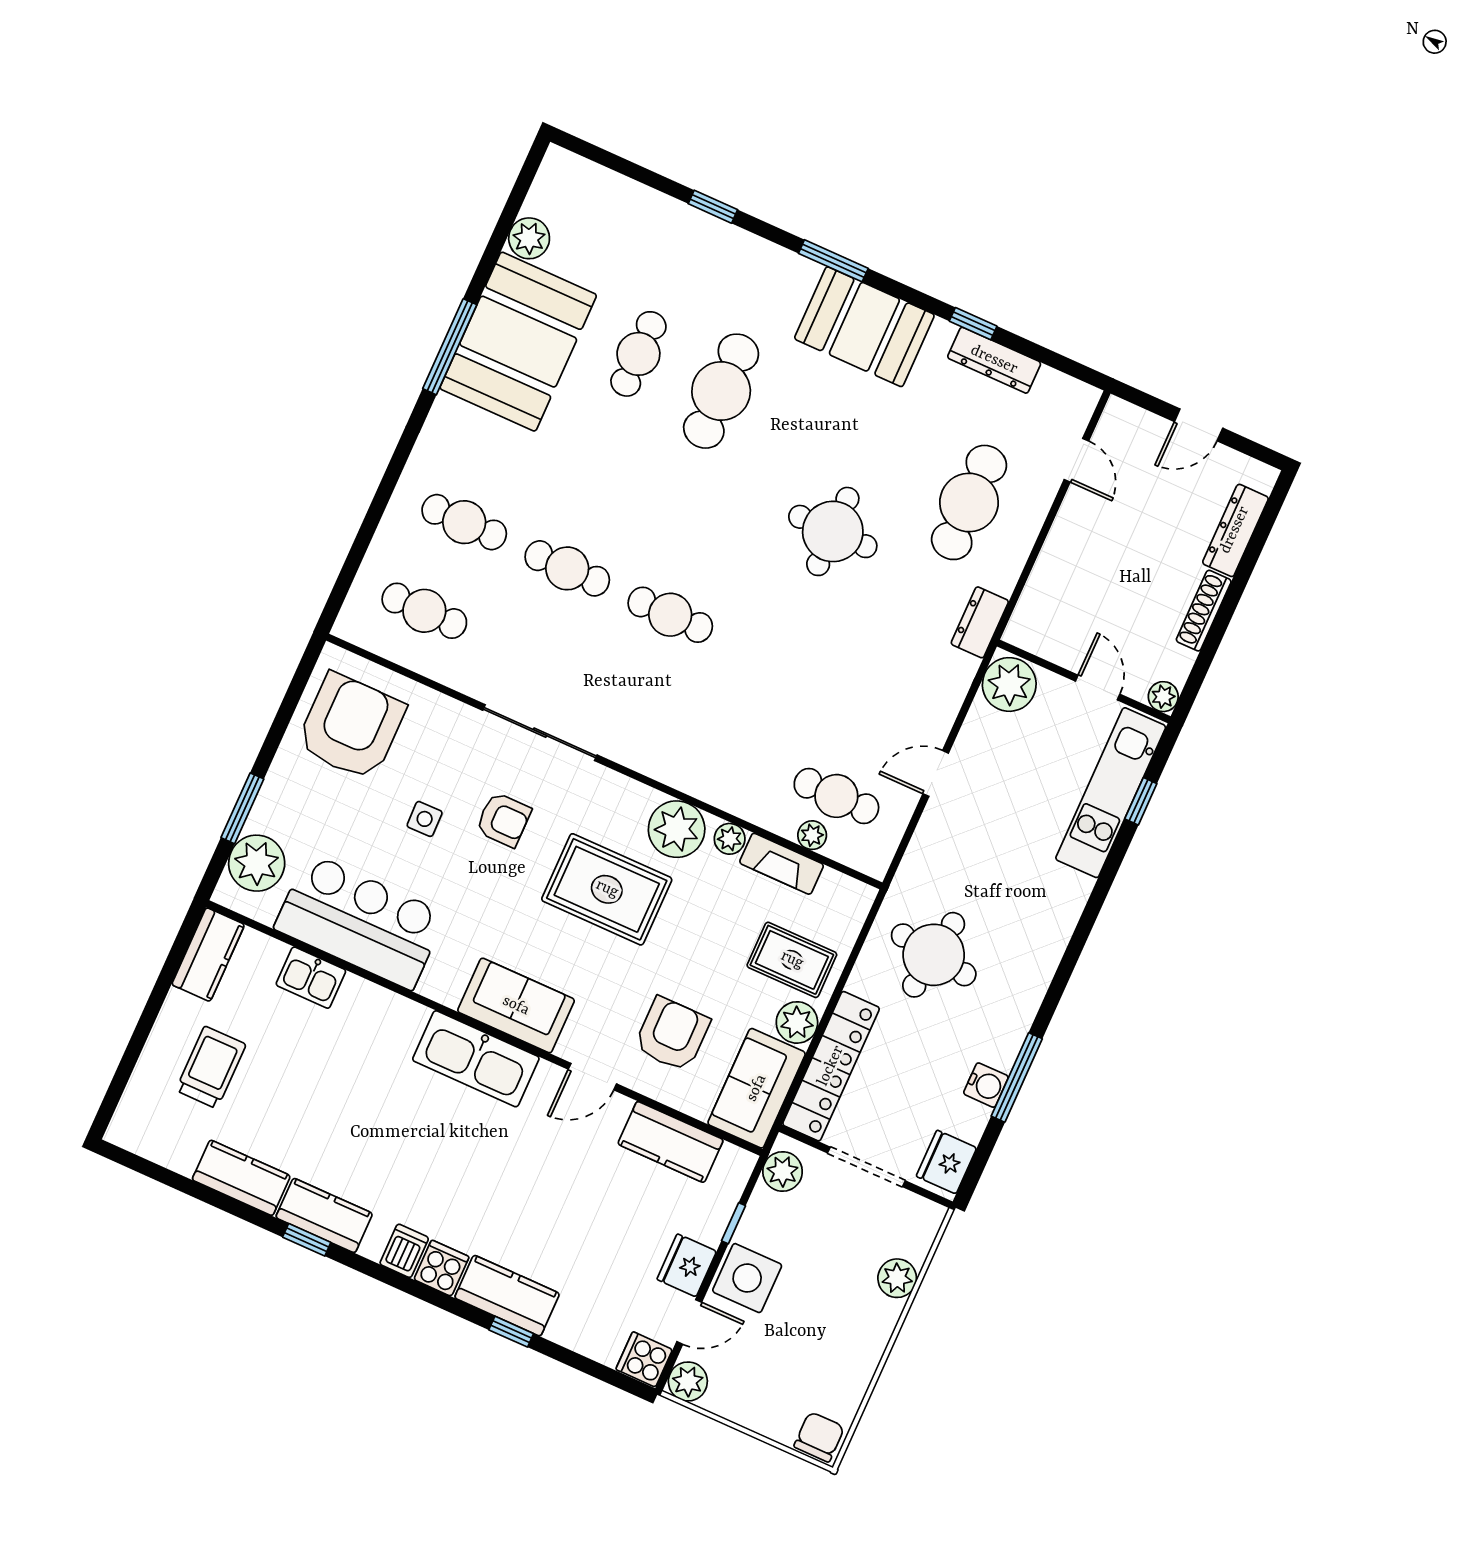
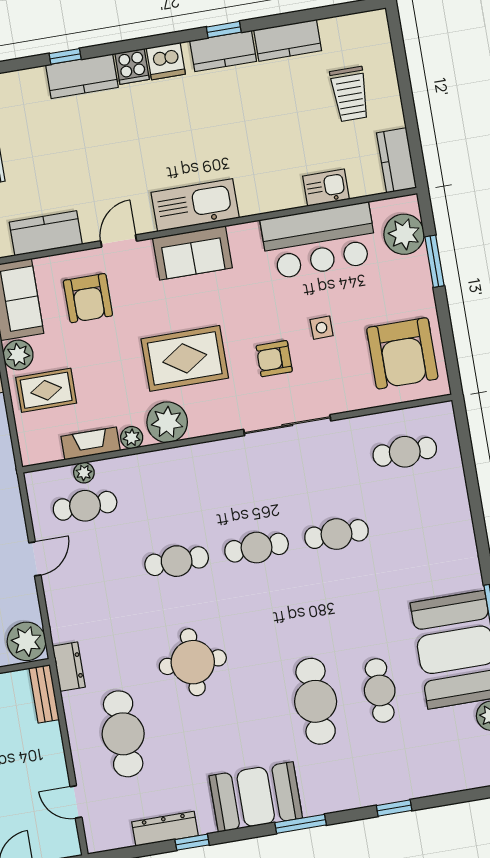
cafe table: (464, 522) -> (177, 561), moved
bench: (1030, 610) -> (44, 694), added
dishwasher: (404, 1251) -> (166, 61), width x1.38

